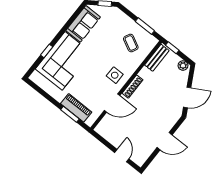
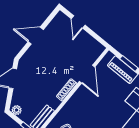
side table: (115, 75) -> (84, 101), removed
door: (112, 103) -> (87, 74), swing flipped

